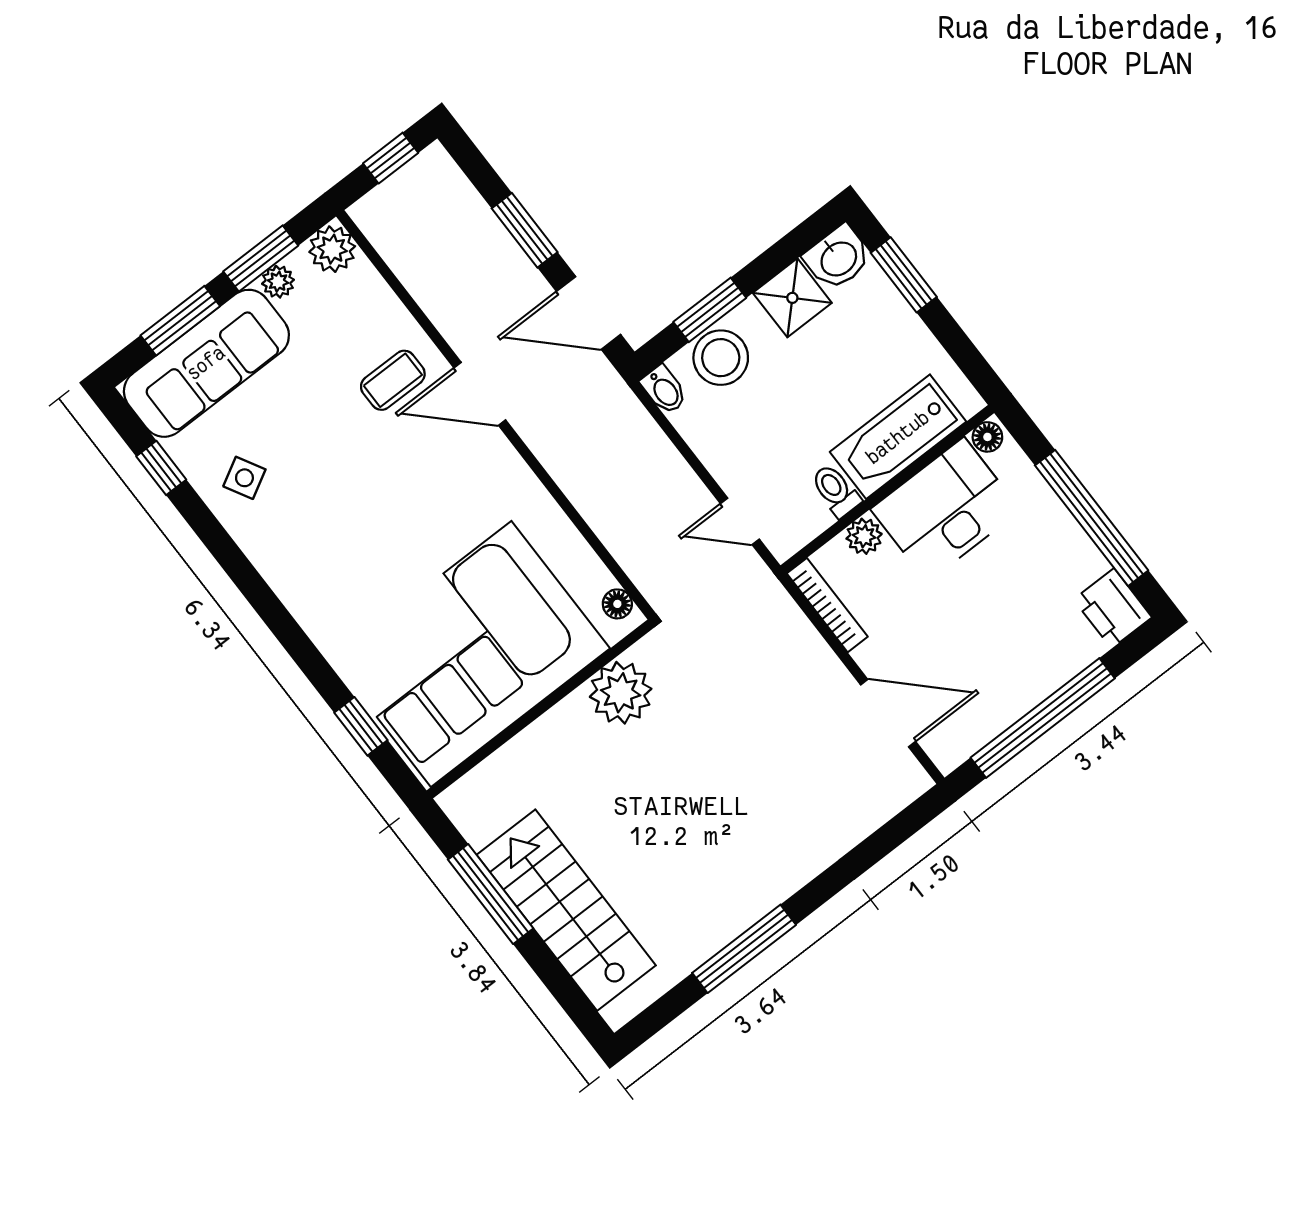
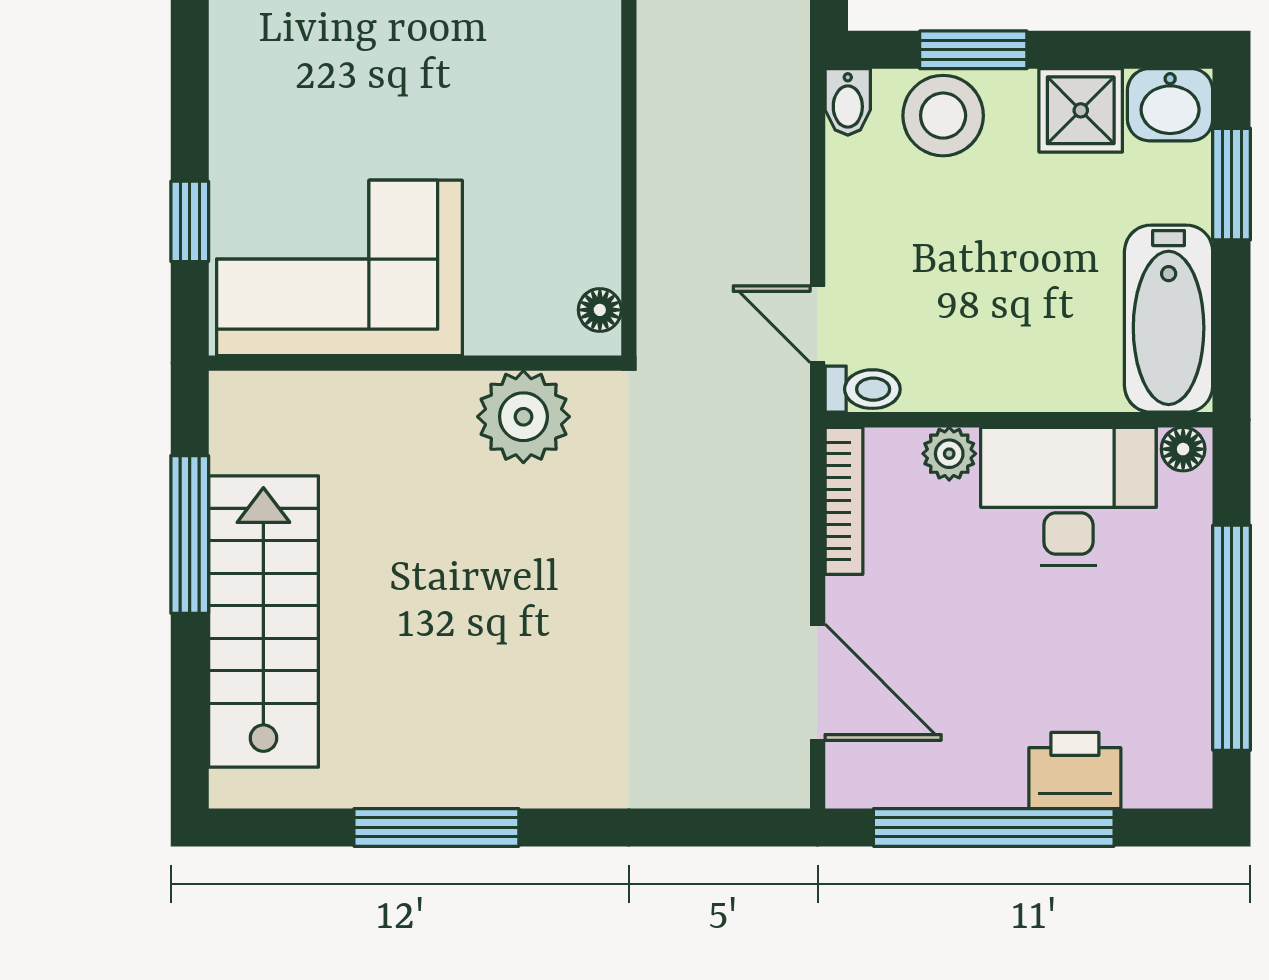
bathtub: (898, 437) -> (1169, 319), moved, turned -90
toilet: (836, 491) -> (863, 389), moved, turned 90
printer: (1113, 608) -> (1075, 771), moved, turned 90
corner sofa: (471, 654) -> (339, 268), width x0.73, depth x0.74

